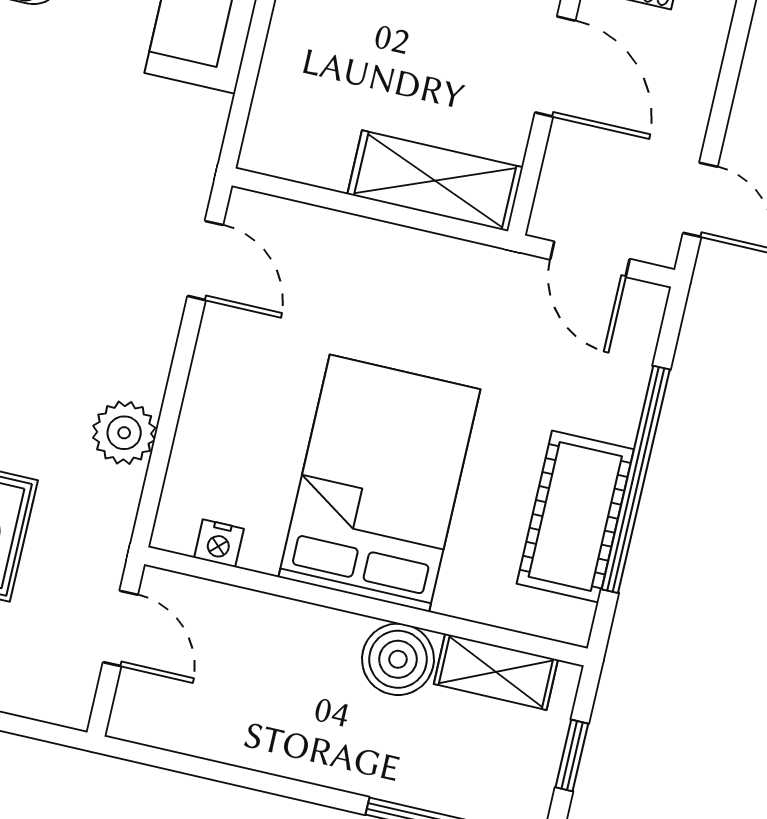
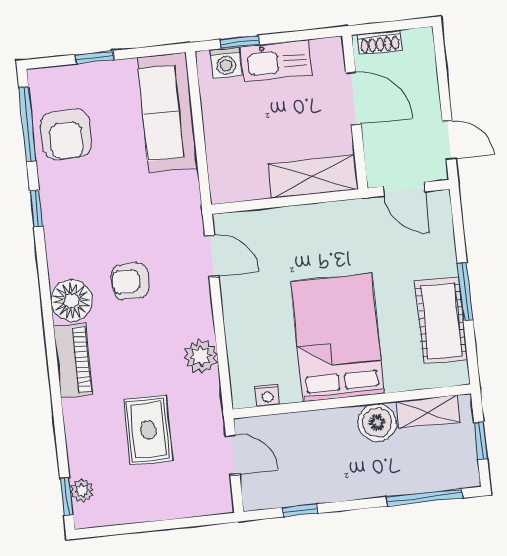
armchair: (45, 255) -> (130, 281), added
window: (636, 479) -> (465, 291), width x0.47
window: (207, 769) -> (300, 510), added

